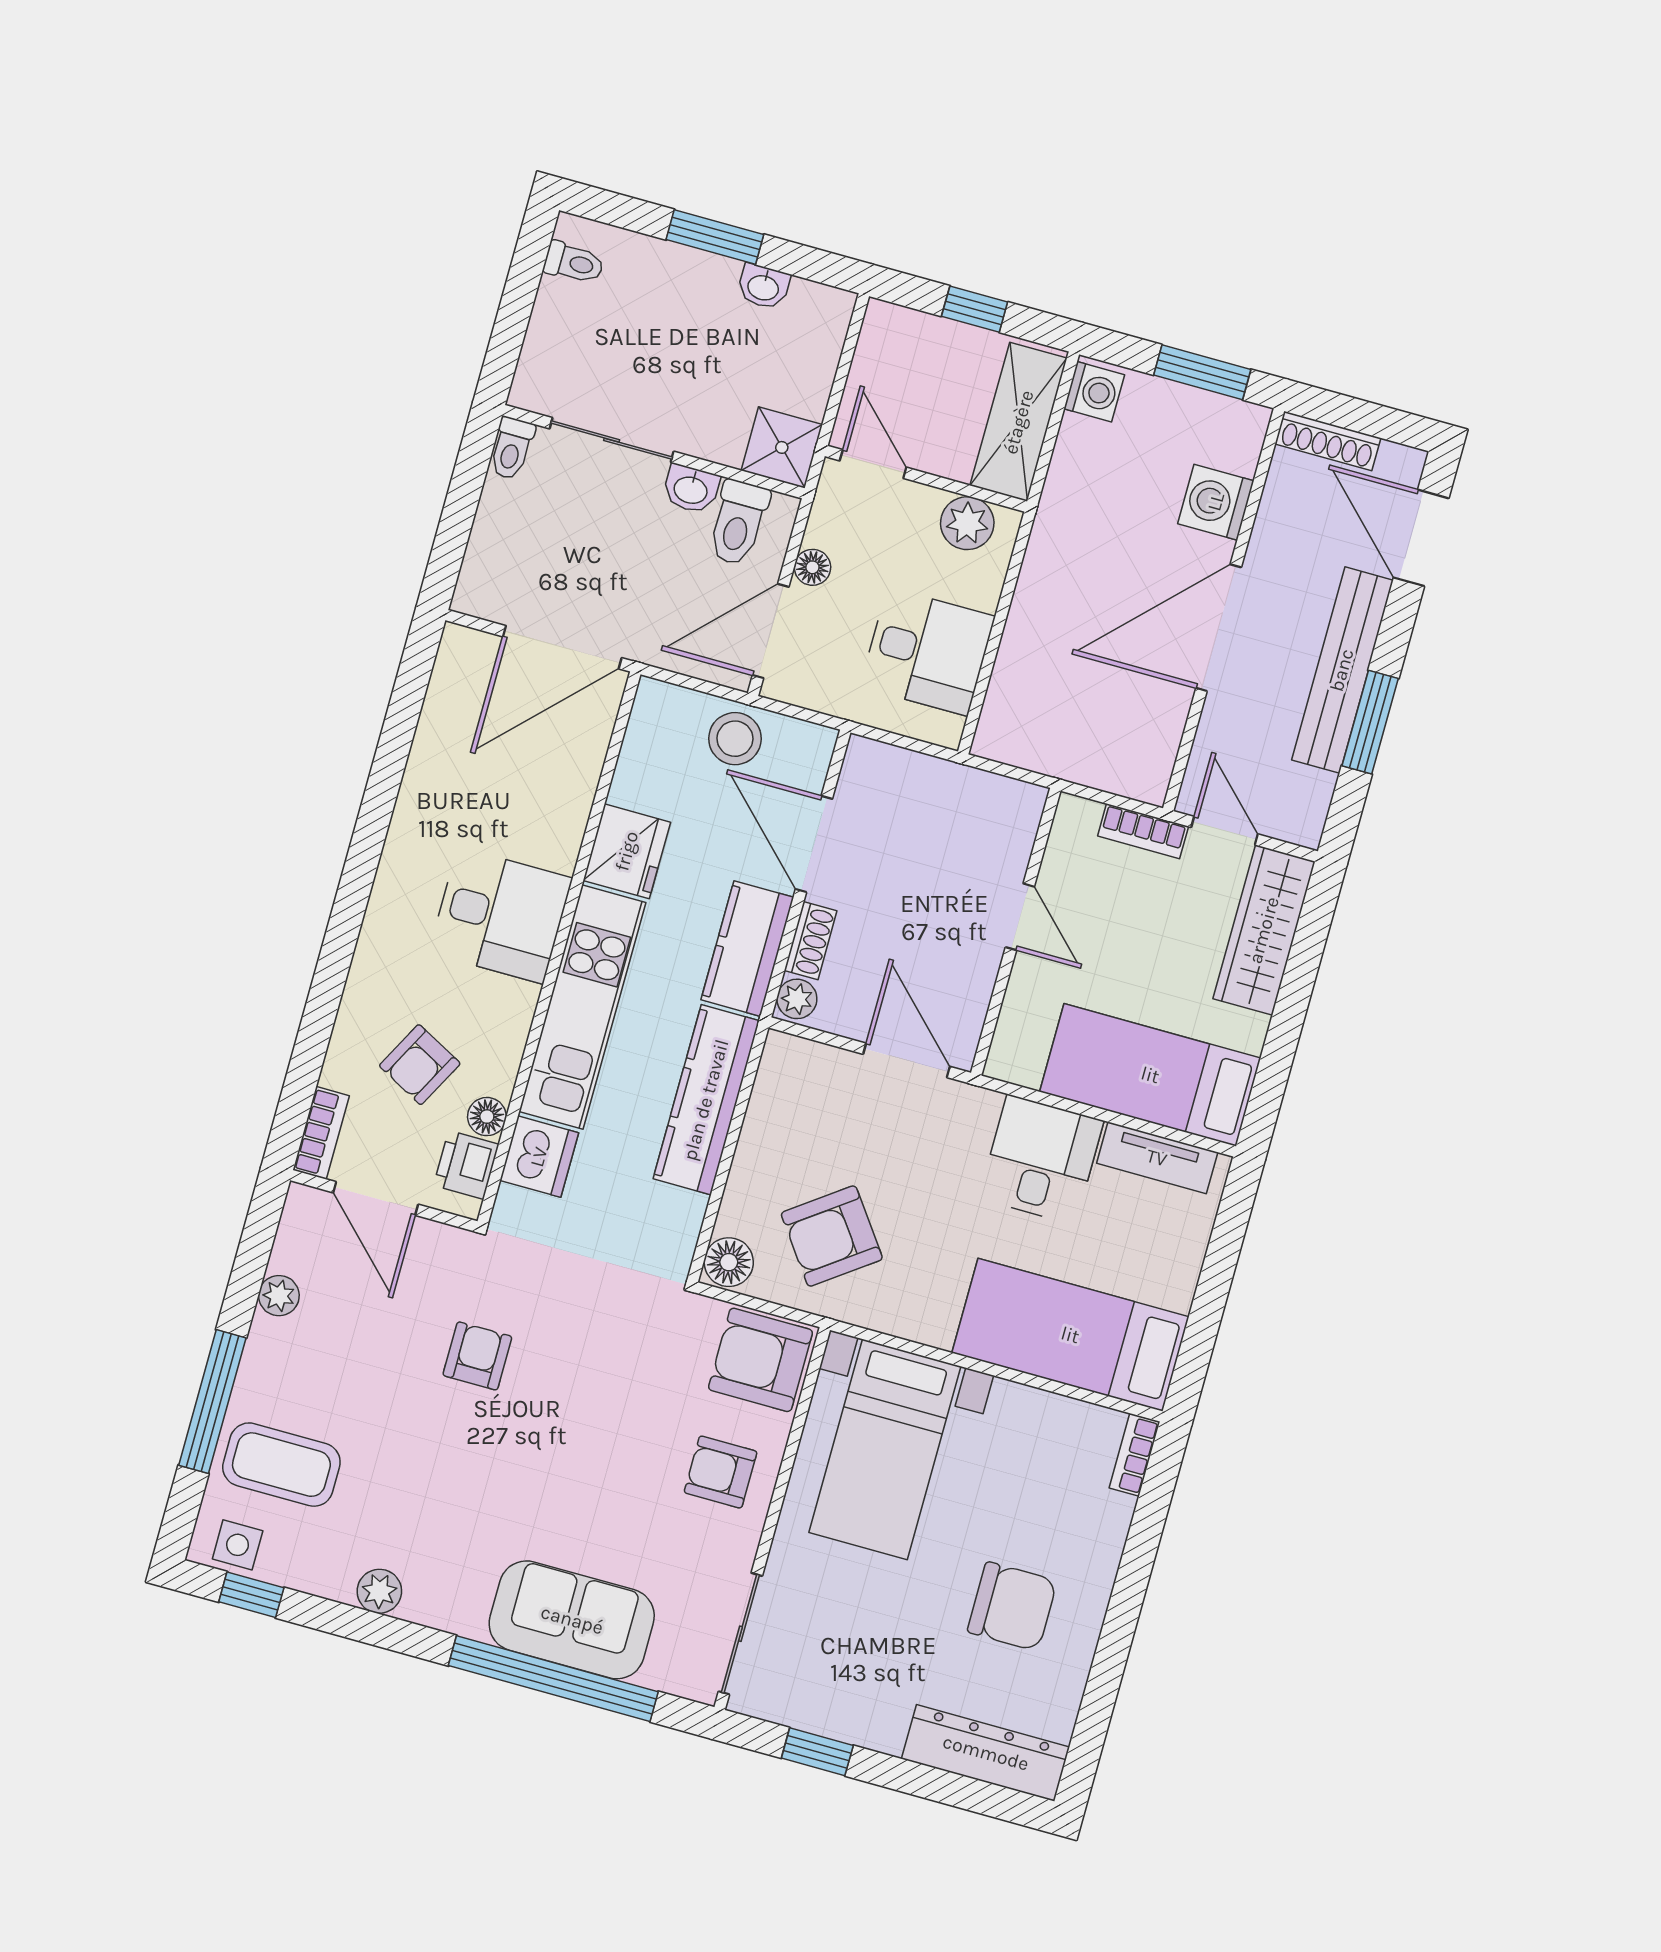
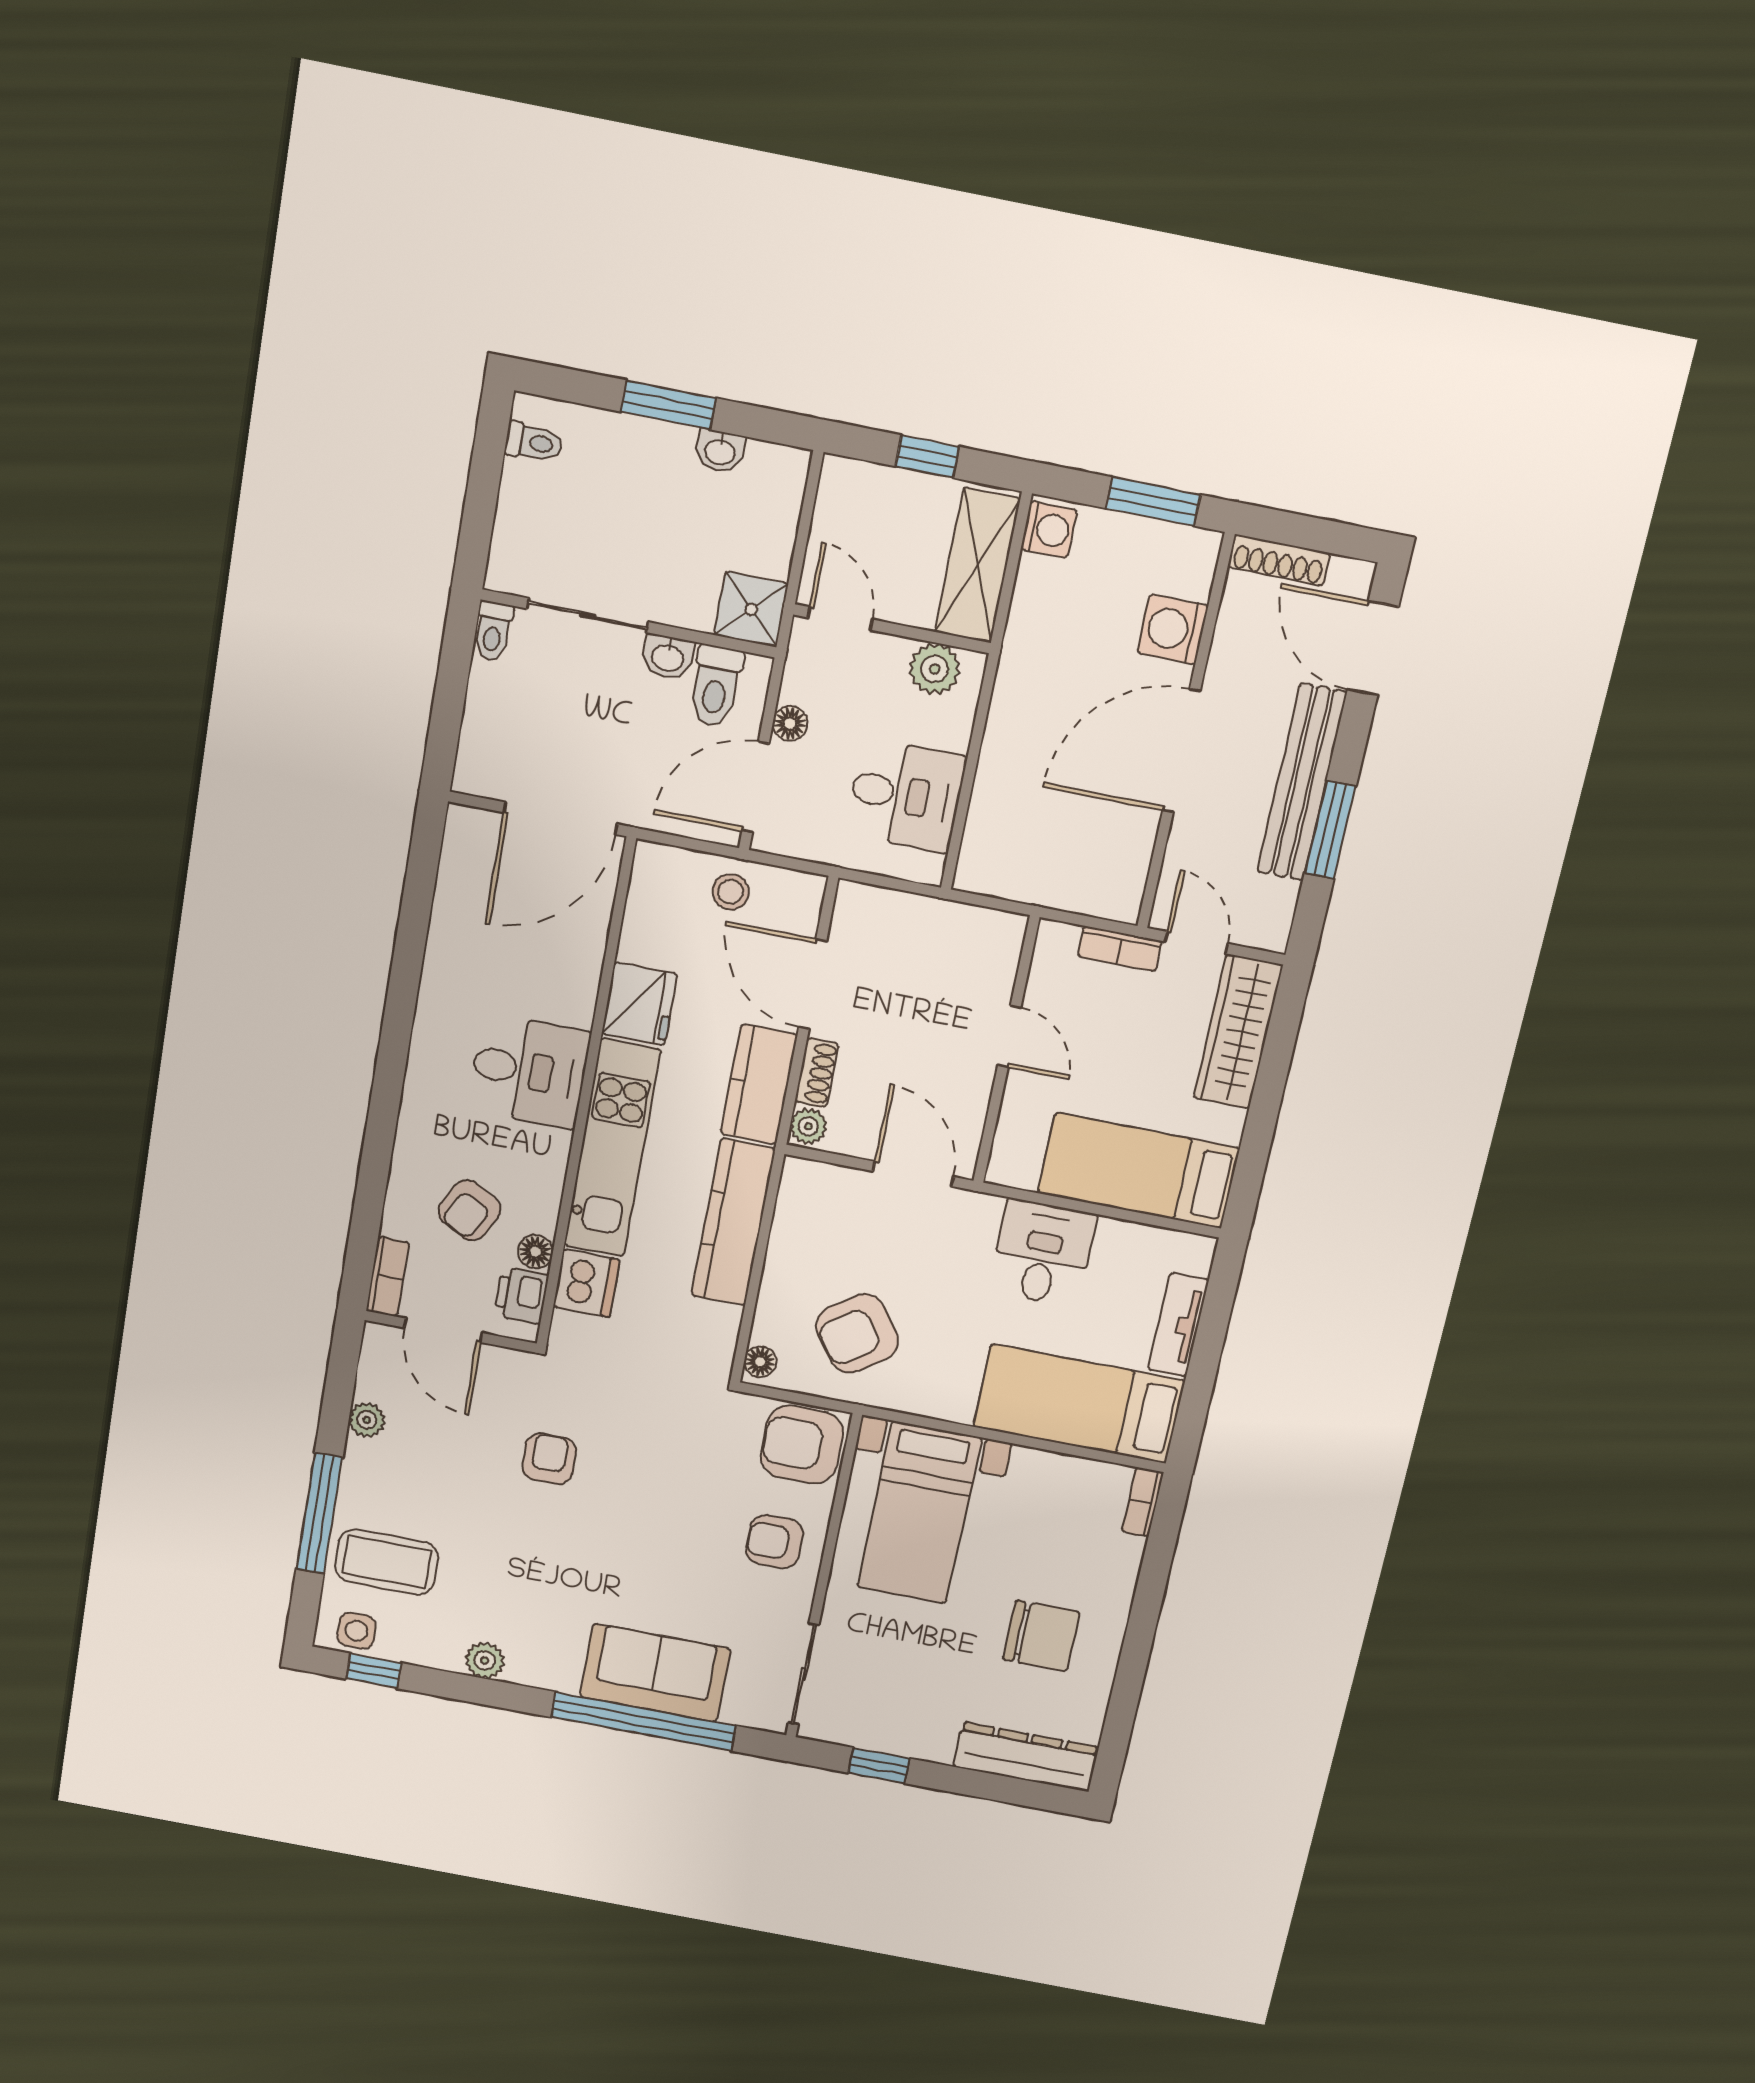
stool: (735, 739) -> (731, 892), width x0.73, depth x0.73
tv unit: (1157, 1158) -> (1178, 1325), moved, turned 90
floor lamp: (729, 1262) -> (760, 1362), width x0.73, depth x0.73

